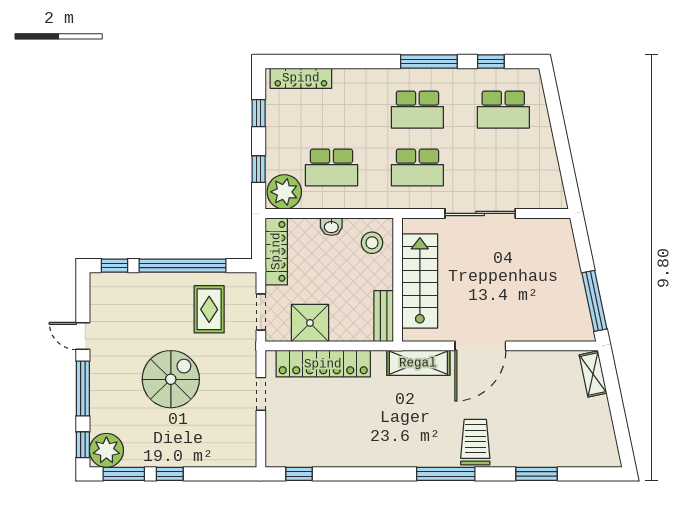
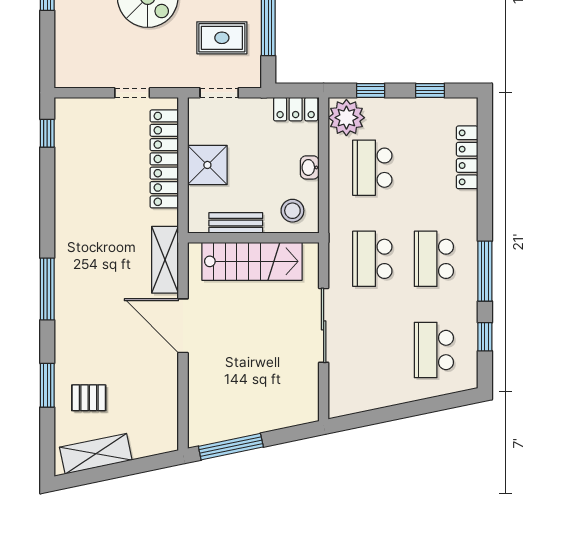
locker: (301, 78) -> (467, 157), moved
locker: (276, 251) -> (296, 109), width x0.66
bench: (384, 316) -> (236, 223), moved
shower: (310, 323) -> (207, 165), moved
shelving: (593, 374) -> (96, 454), moved, width x1.50, depth x1.33
pallet: (548, 435) -> (89, 398), added
trolley: (475, 442) -> (81, 320), removed

